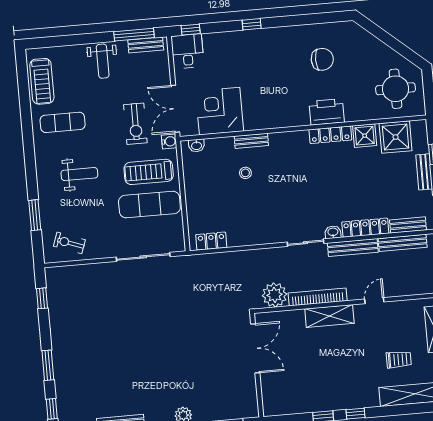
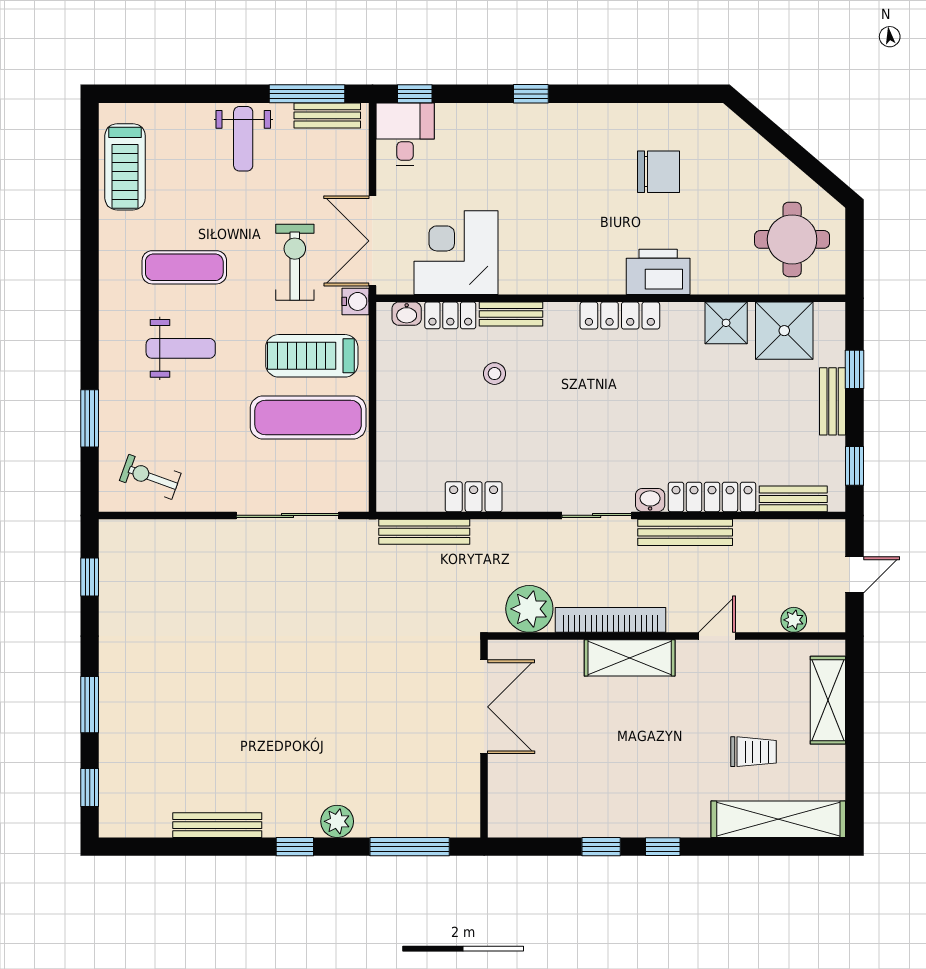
exercise mat: (63, 122) -> (184, 267), moved
exercise bike: (135, 124) -> (295, 262), turned 180
locker: (330, 135) -> (620, 316), moved
locker: (220, 144) -> (450, 315), added
locker: (211, 241) -> (474, 497), moved
bench: (403, 243) -> (424, 532), moved
plant: (414, 288) -> (794, 620), added

